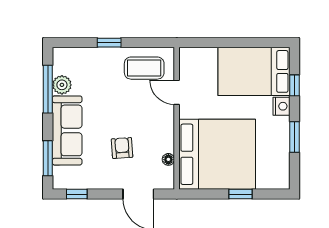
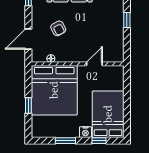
coffee table: (144, 68) -> (110, 43), removed
armchair: (122, 148) -> (58, 28), turned 66

